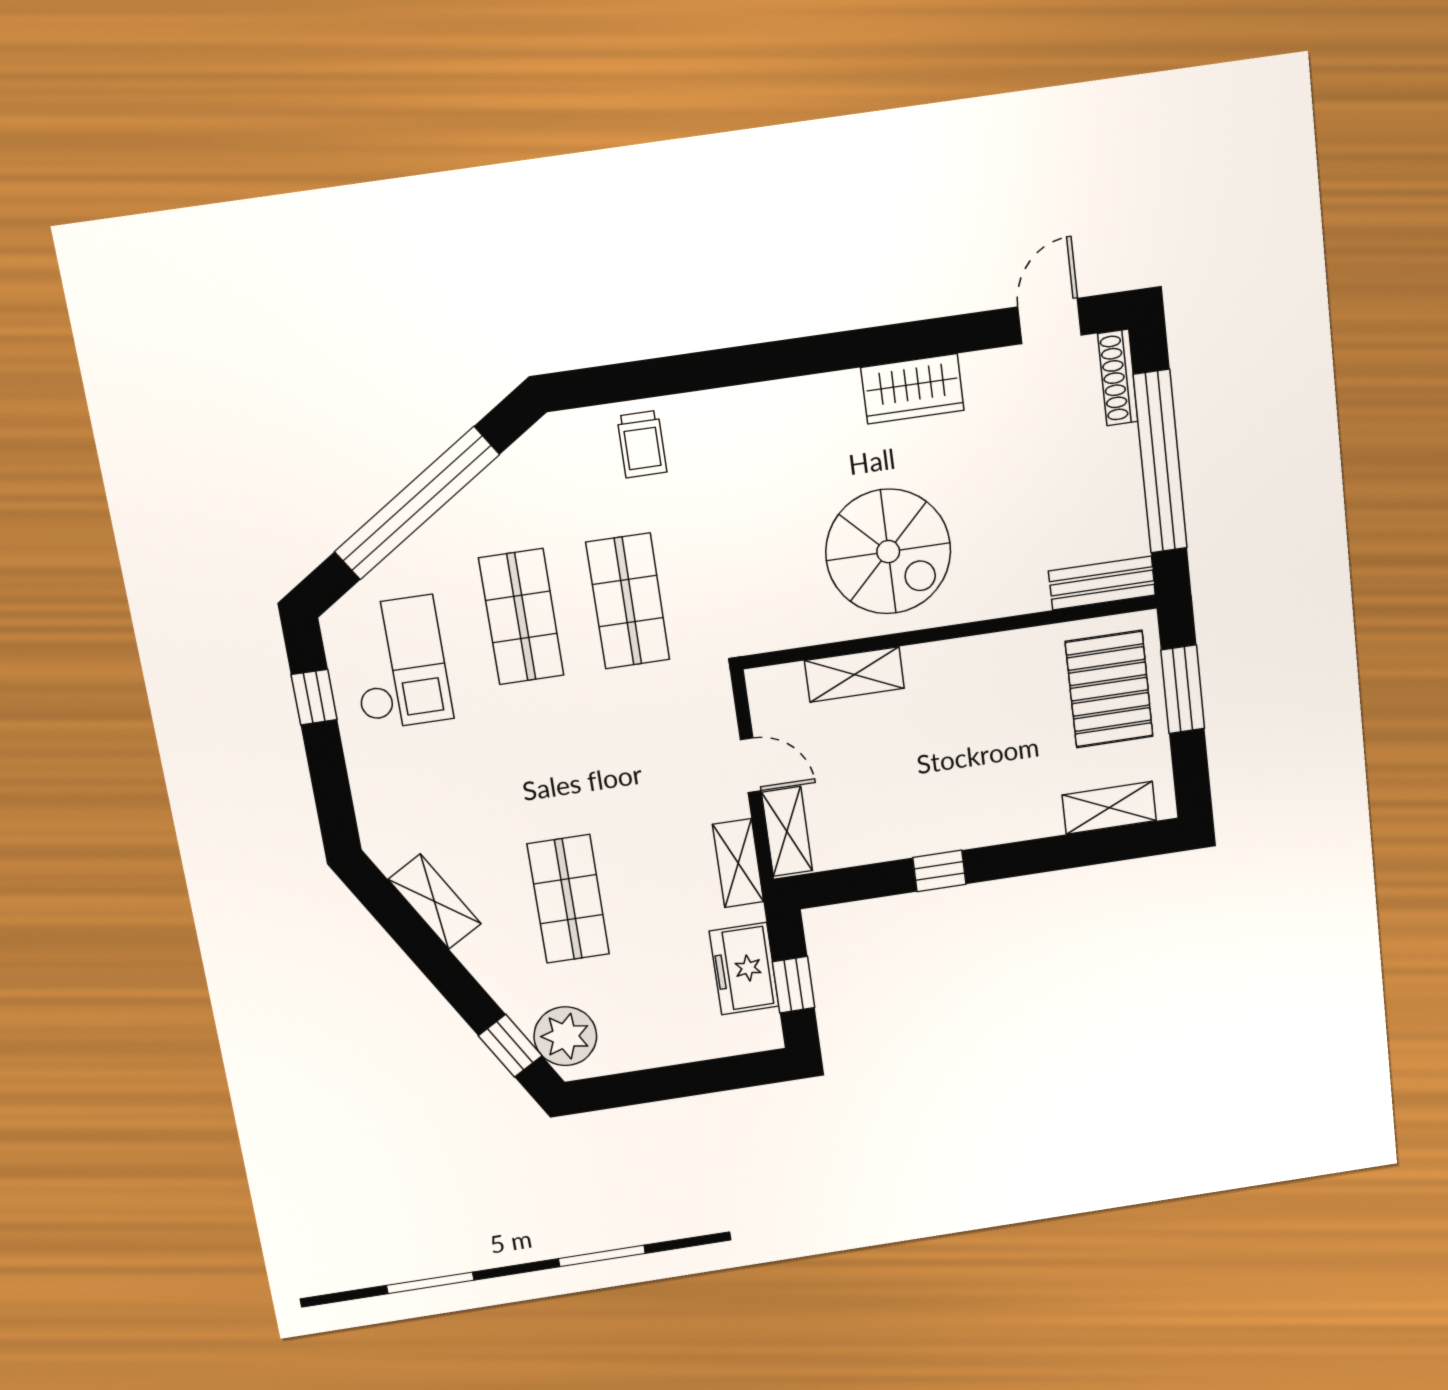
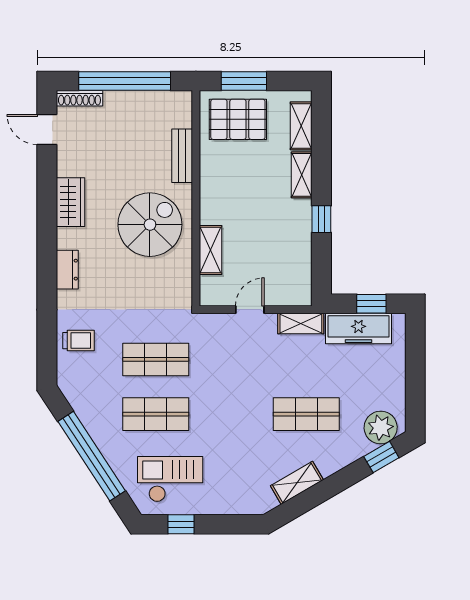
dresser: (779, 401) -> (67, 270), added
bench: (1102, 583) -> (182, 156), moved
shelving: (787, 832) -> (302, 175), moved, turned 90
freezer: (744, 969) -> (358, 329), width x1.40

